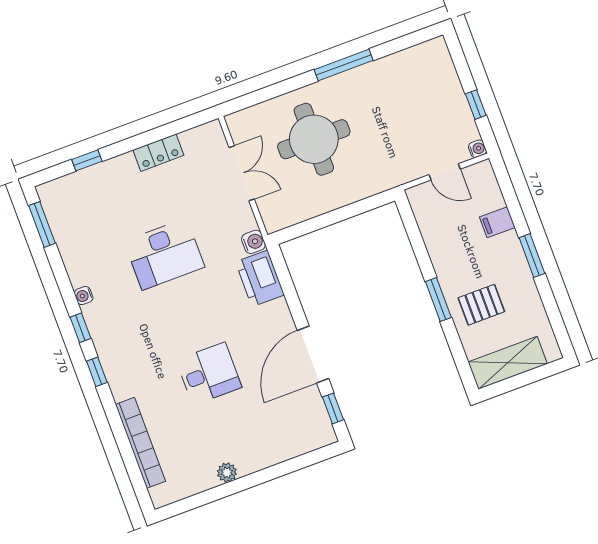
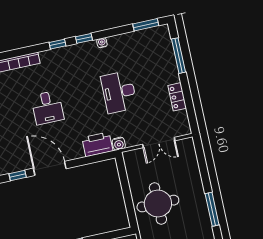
round table: (314, 139) -> (158, 203), moved
window: (87, 160) -> (179, 56), width x2.17

